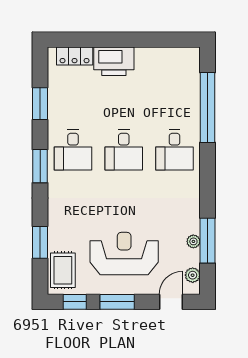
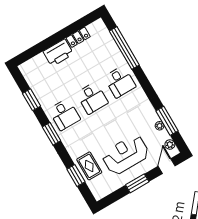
locker: (75, 56) -> (78, 37), moved
rug: (63, 270) -> (89, 166), moved
window: (75, 302) -> (114, 197), removed

